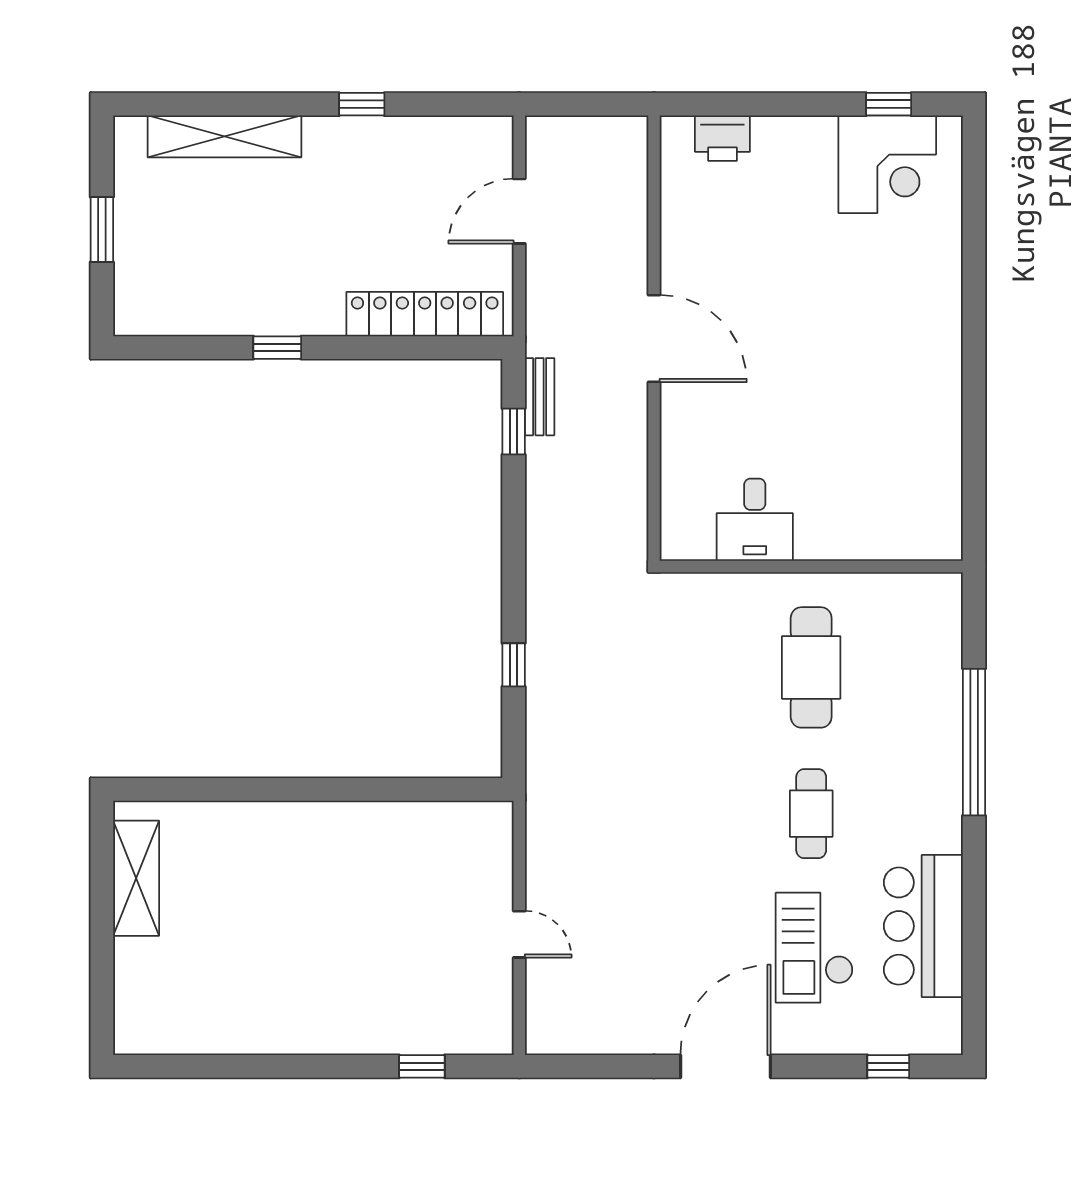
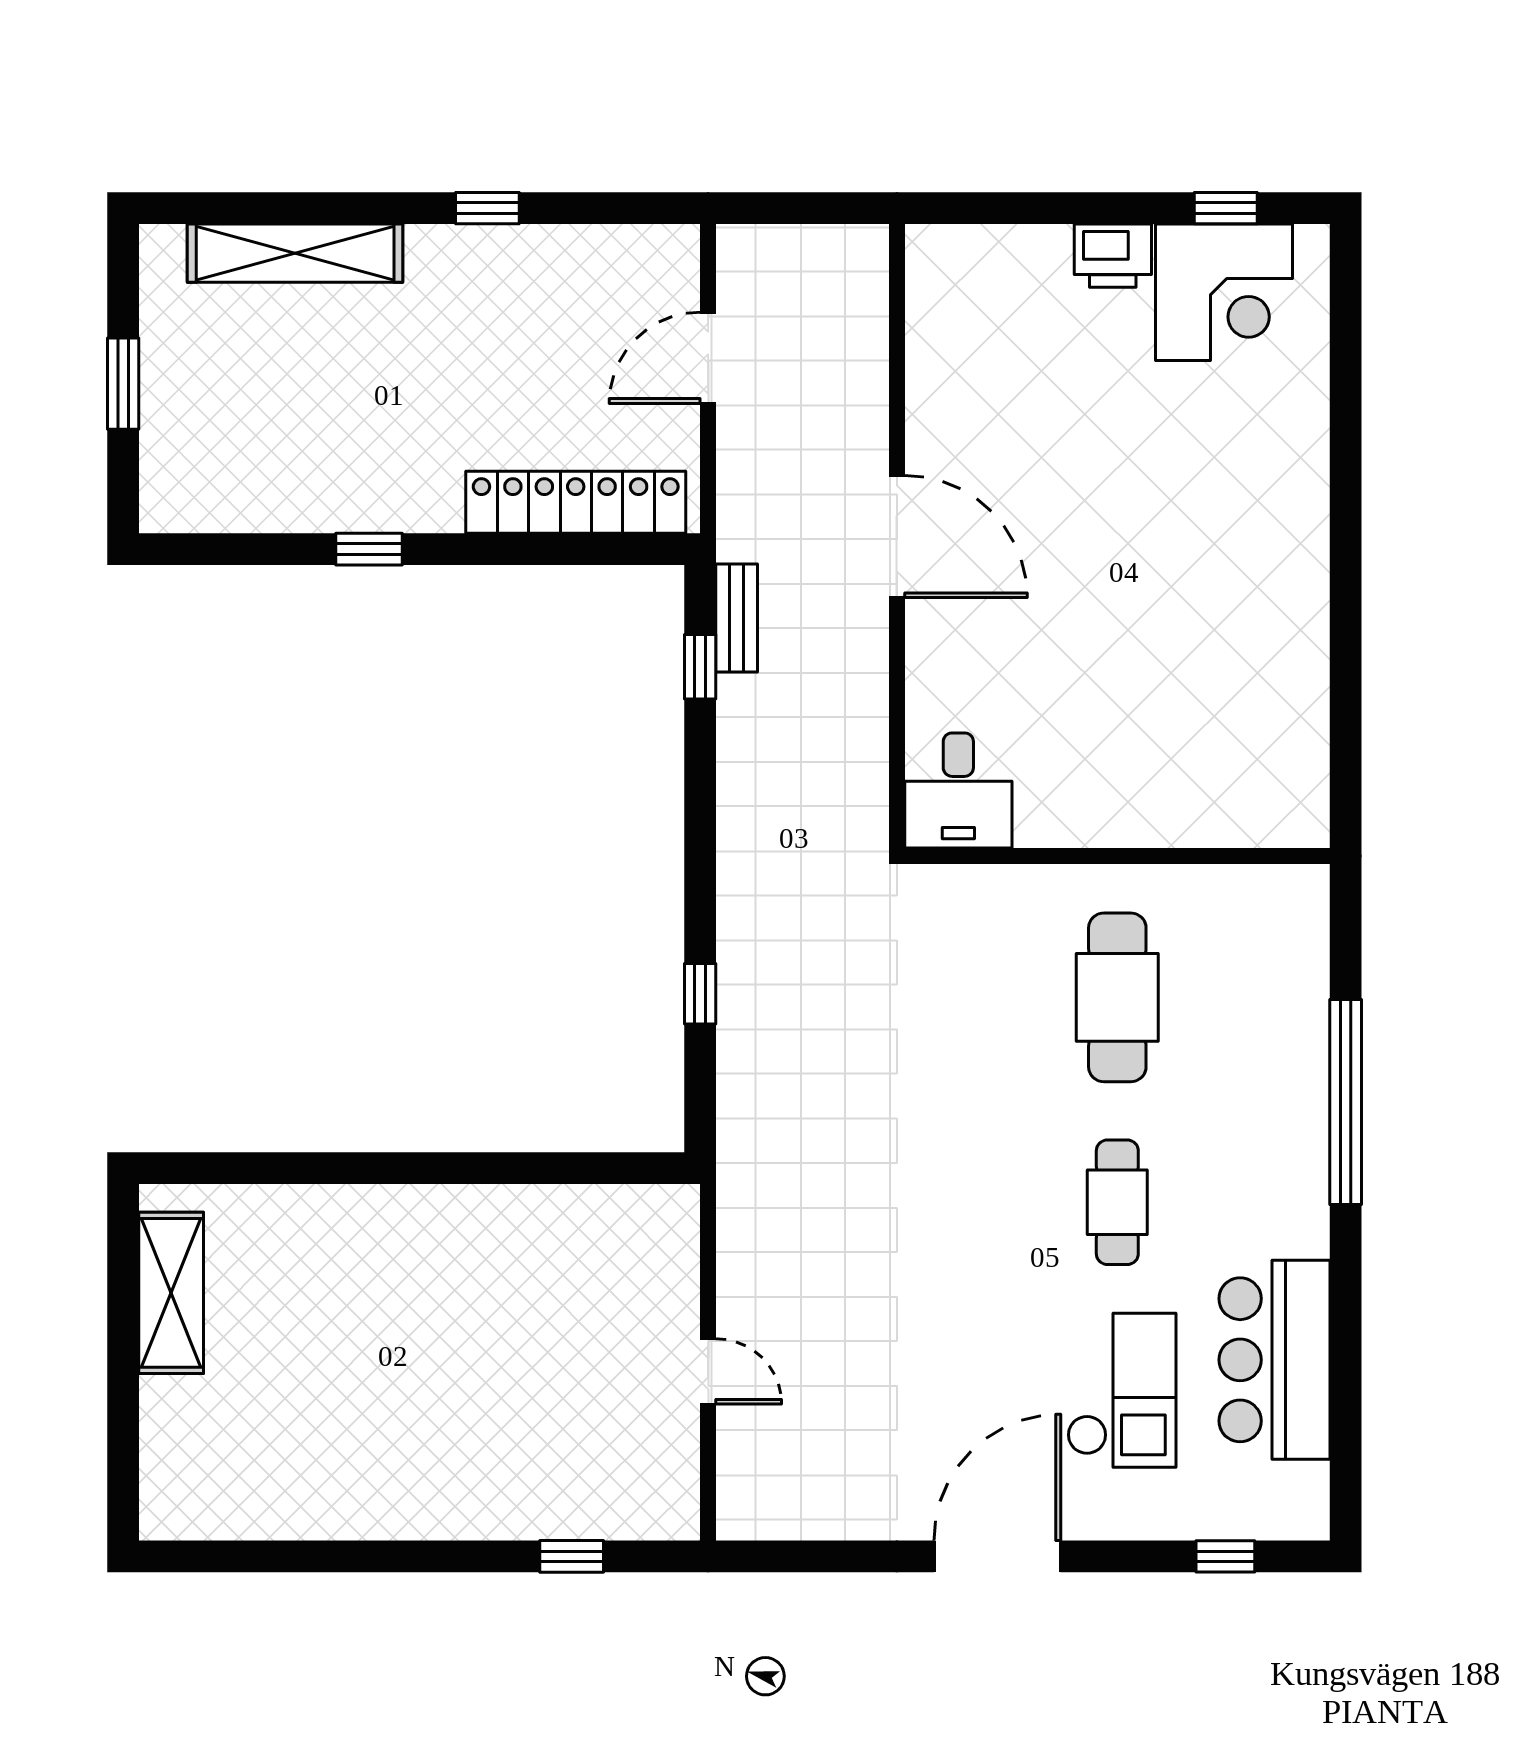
printer: (722, 138) -> (1113, 256), moved
desk: (755, 520) -> (958, 790), moved
checkout: (814, 948) -> (1122, 1390), turned 180

